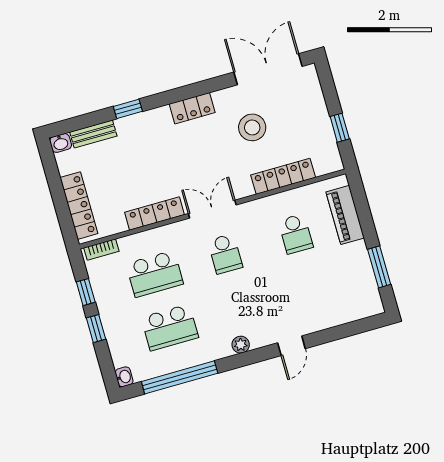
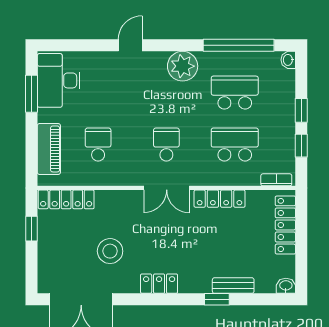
bench: (93, 134) -> (233, 286), moved
locker: (283, 176) -> (66, 199), moved
desk: (355, 289) -> (59, 80), added
plant: (241, 345) -> (183, 66), width x1.87, depth x1.87

